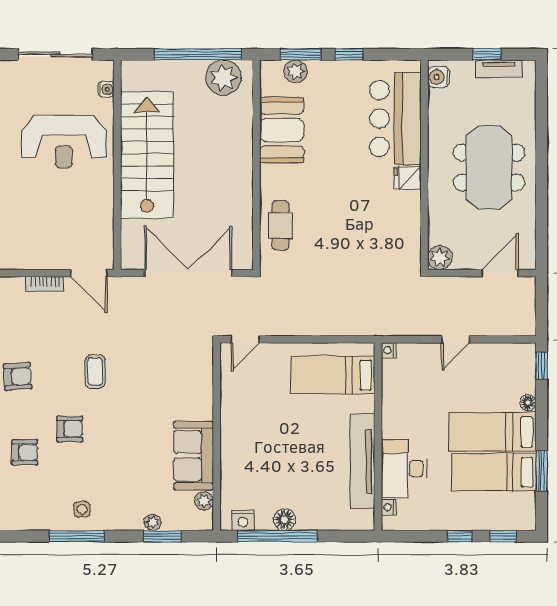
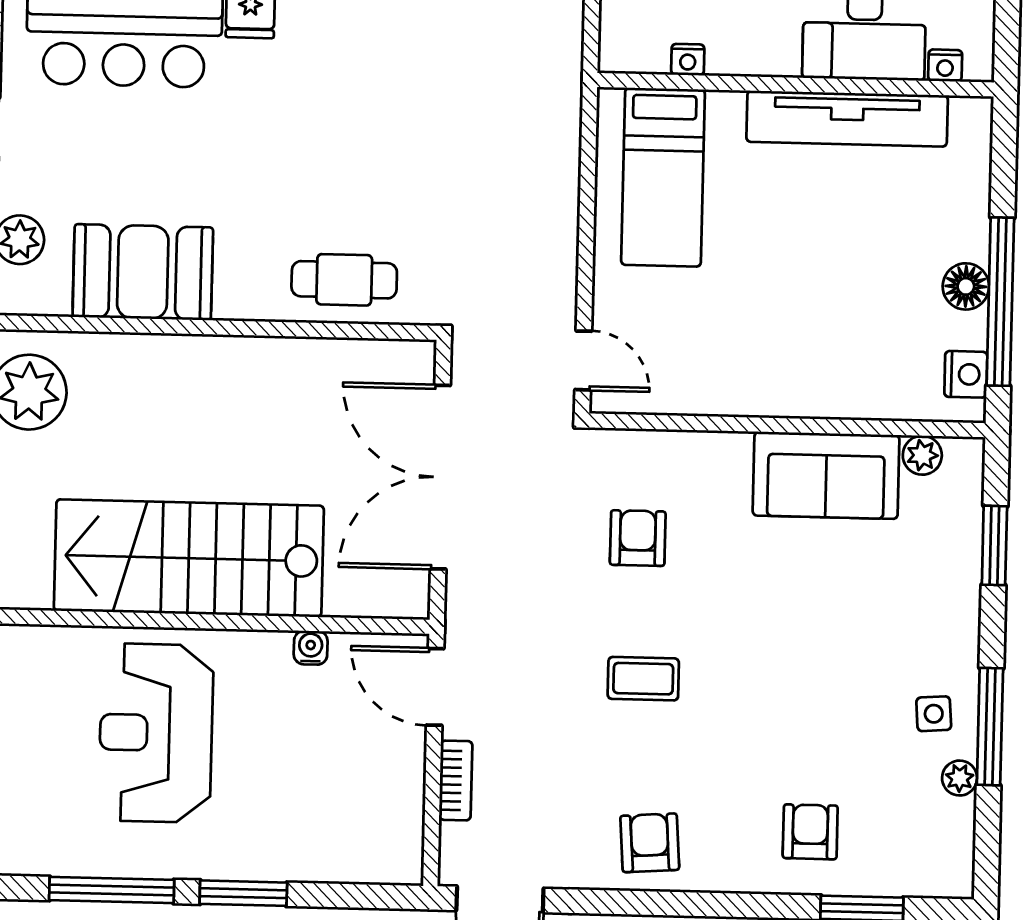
water cooler: (106, 89) -> (311, 648), moved
reception desk: (64, 142) -> (156, 733), turned 180
door: (89, 273) -> (435, 687), swing flipped
nightstand: (389, 350) -> (688, 60), moved
armchair: (70, 429) -> (638, 538), moved
plant: (153, 522) -> (960, 778), moved

